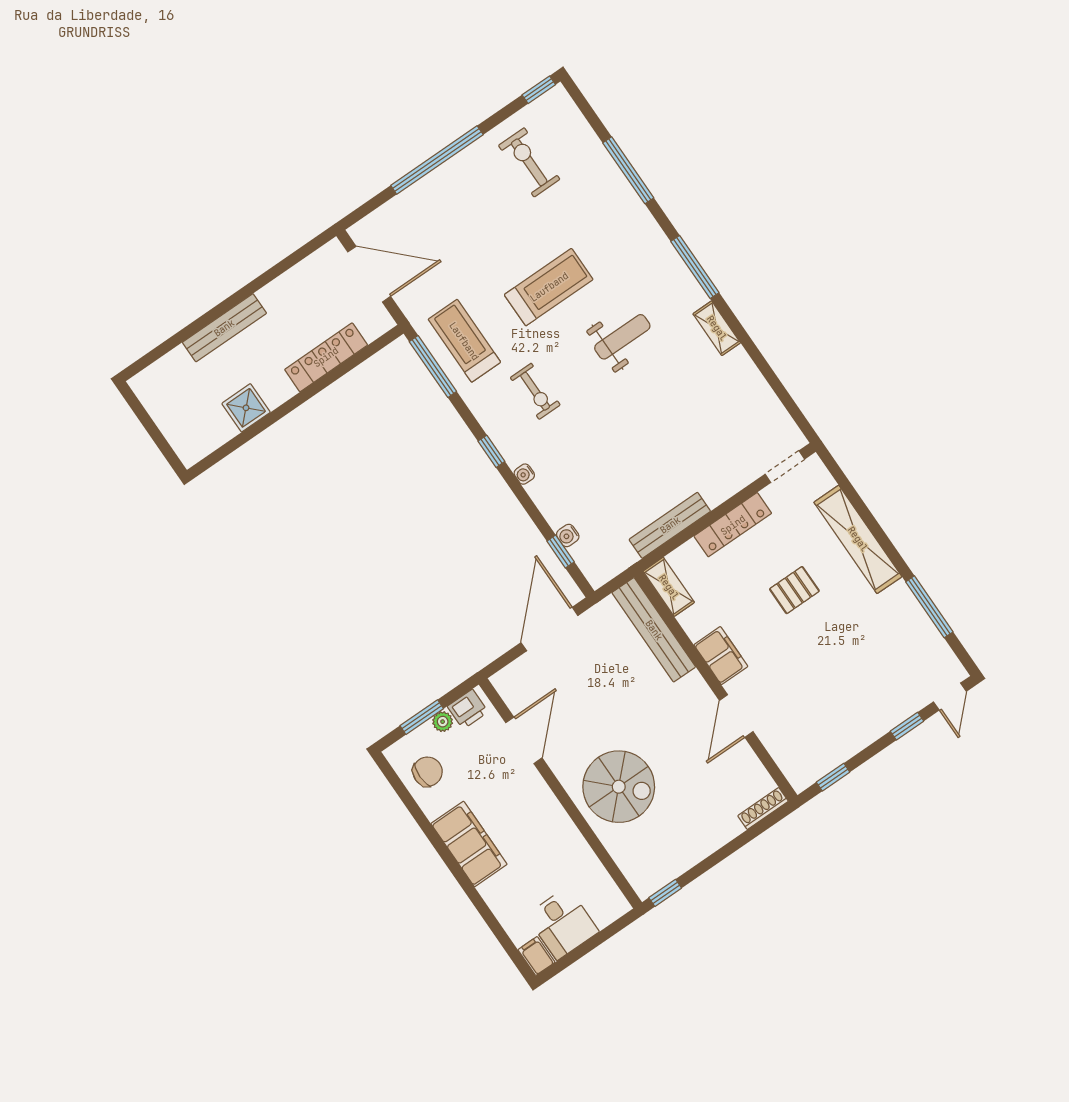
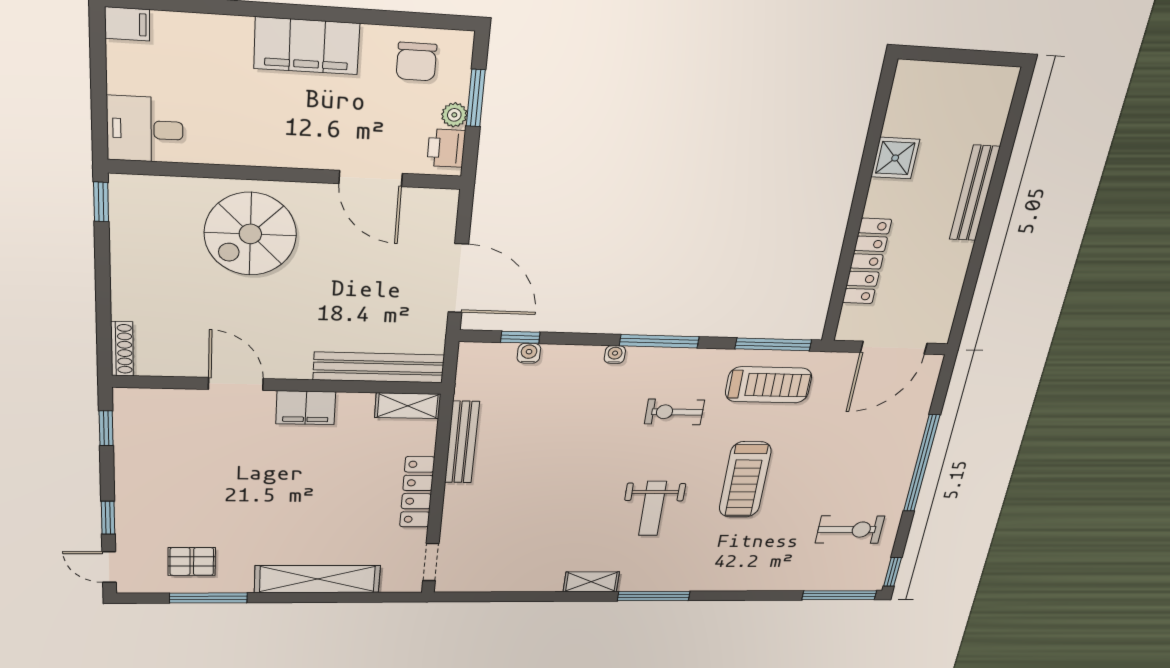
window: (628, 170) -> (839, 595), moved
window: (491, 451) -> (659, 341), width x2.17
pallet: (794, 590) -> (192, 562), moved, turned 90
desk: (562, 923) -> (145, 129), moved

